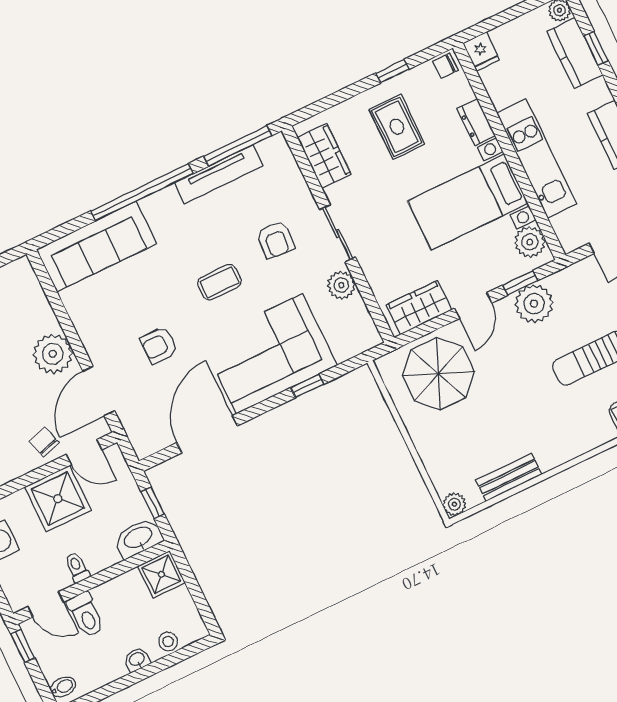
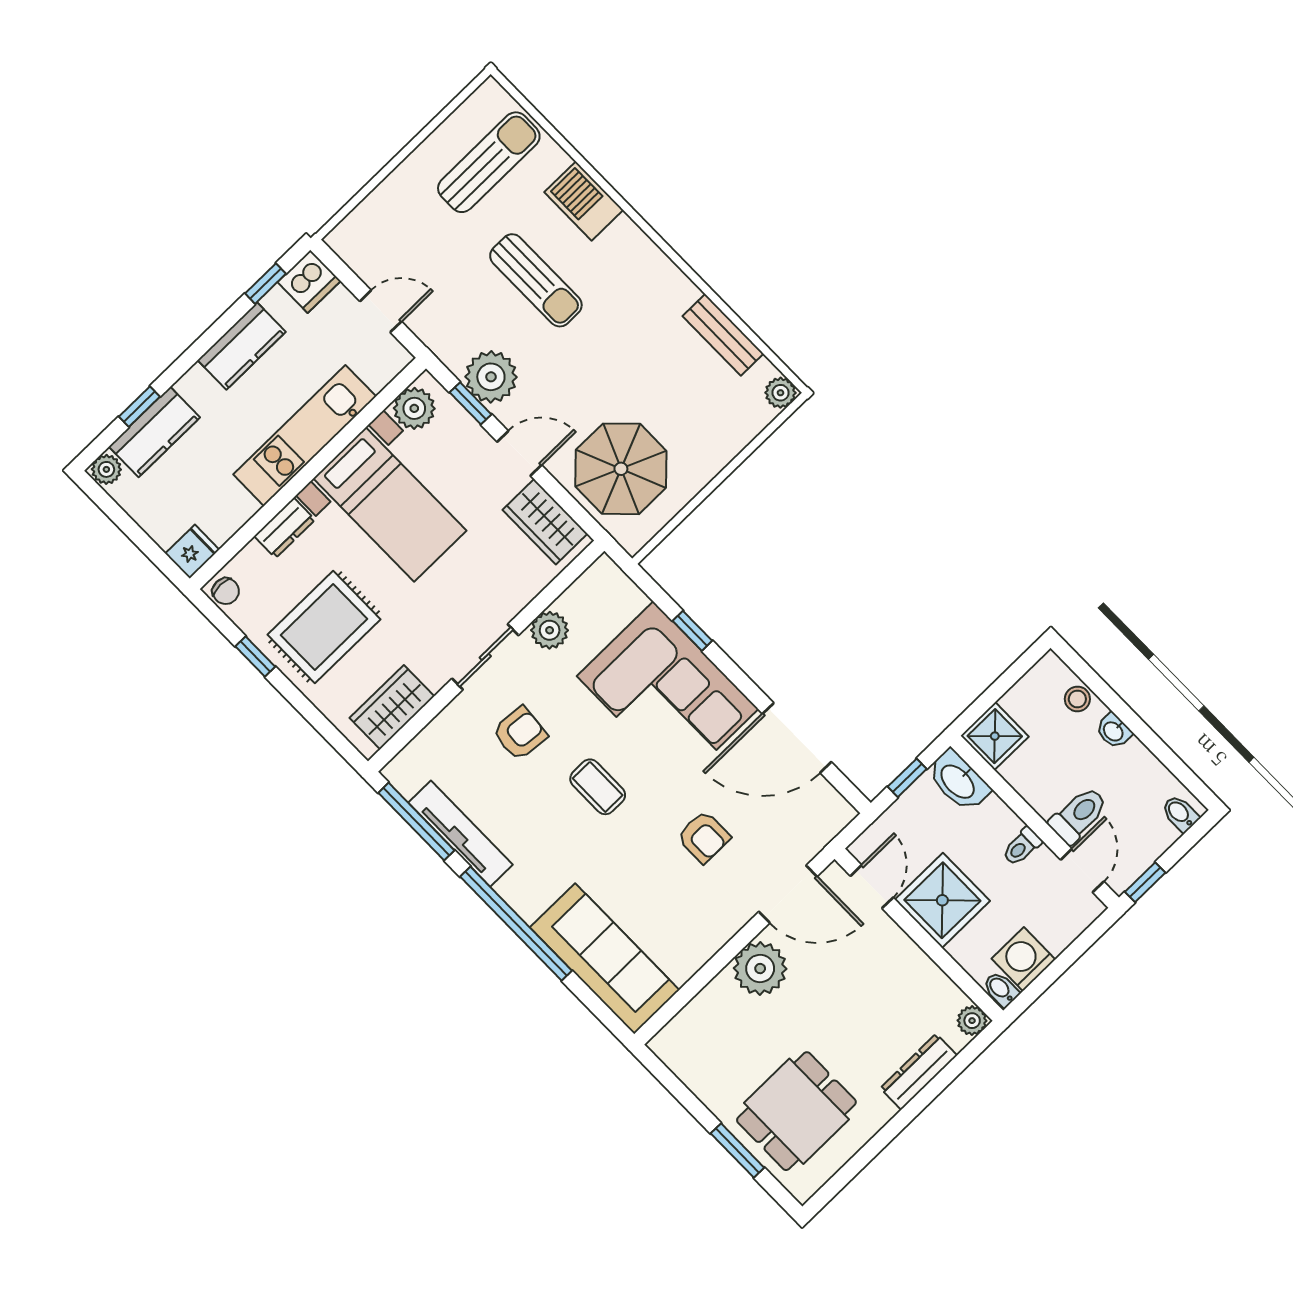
rug: (397, 127) -> (324, 627), width x1.36, depth x1.43
chair: (44, 442) -> (876, 942), removed

